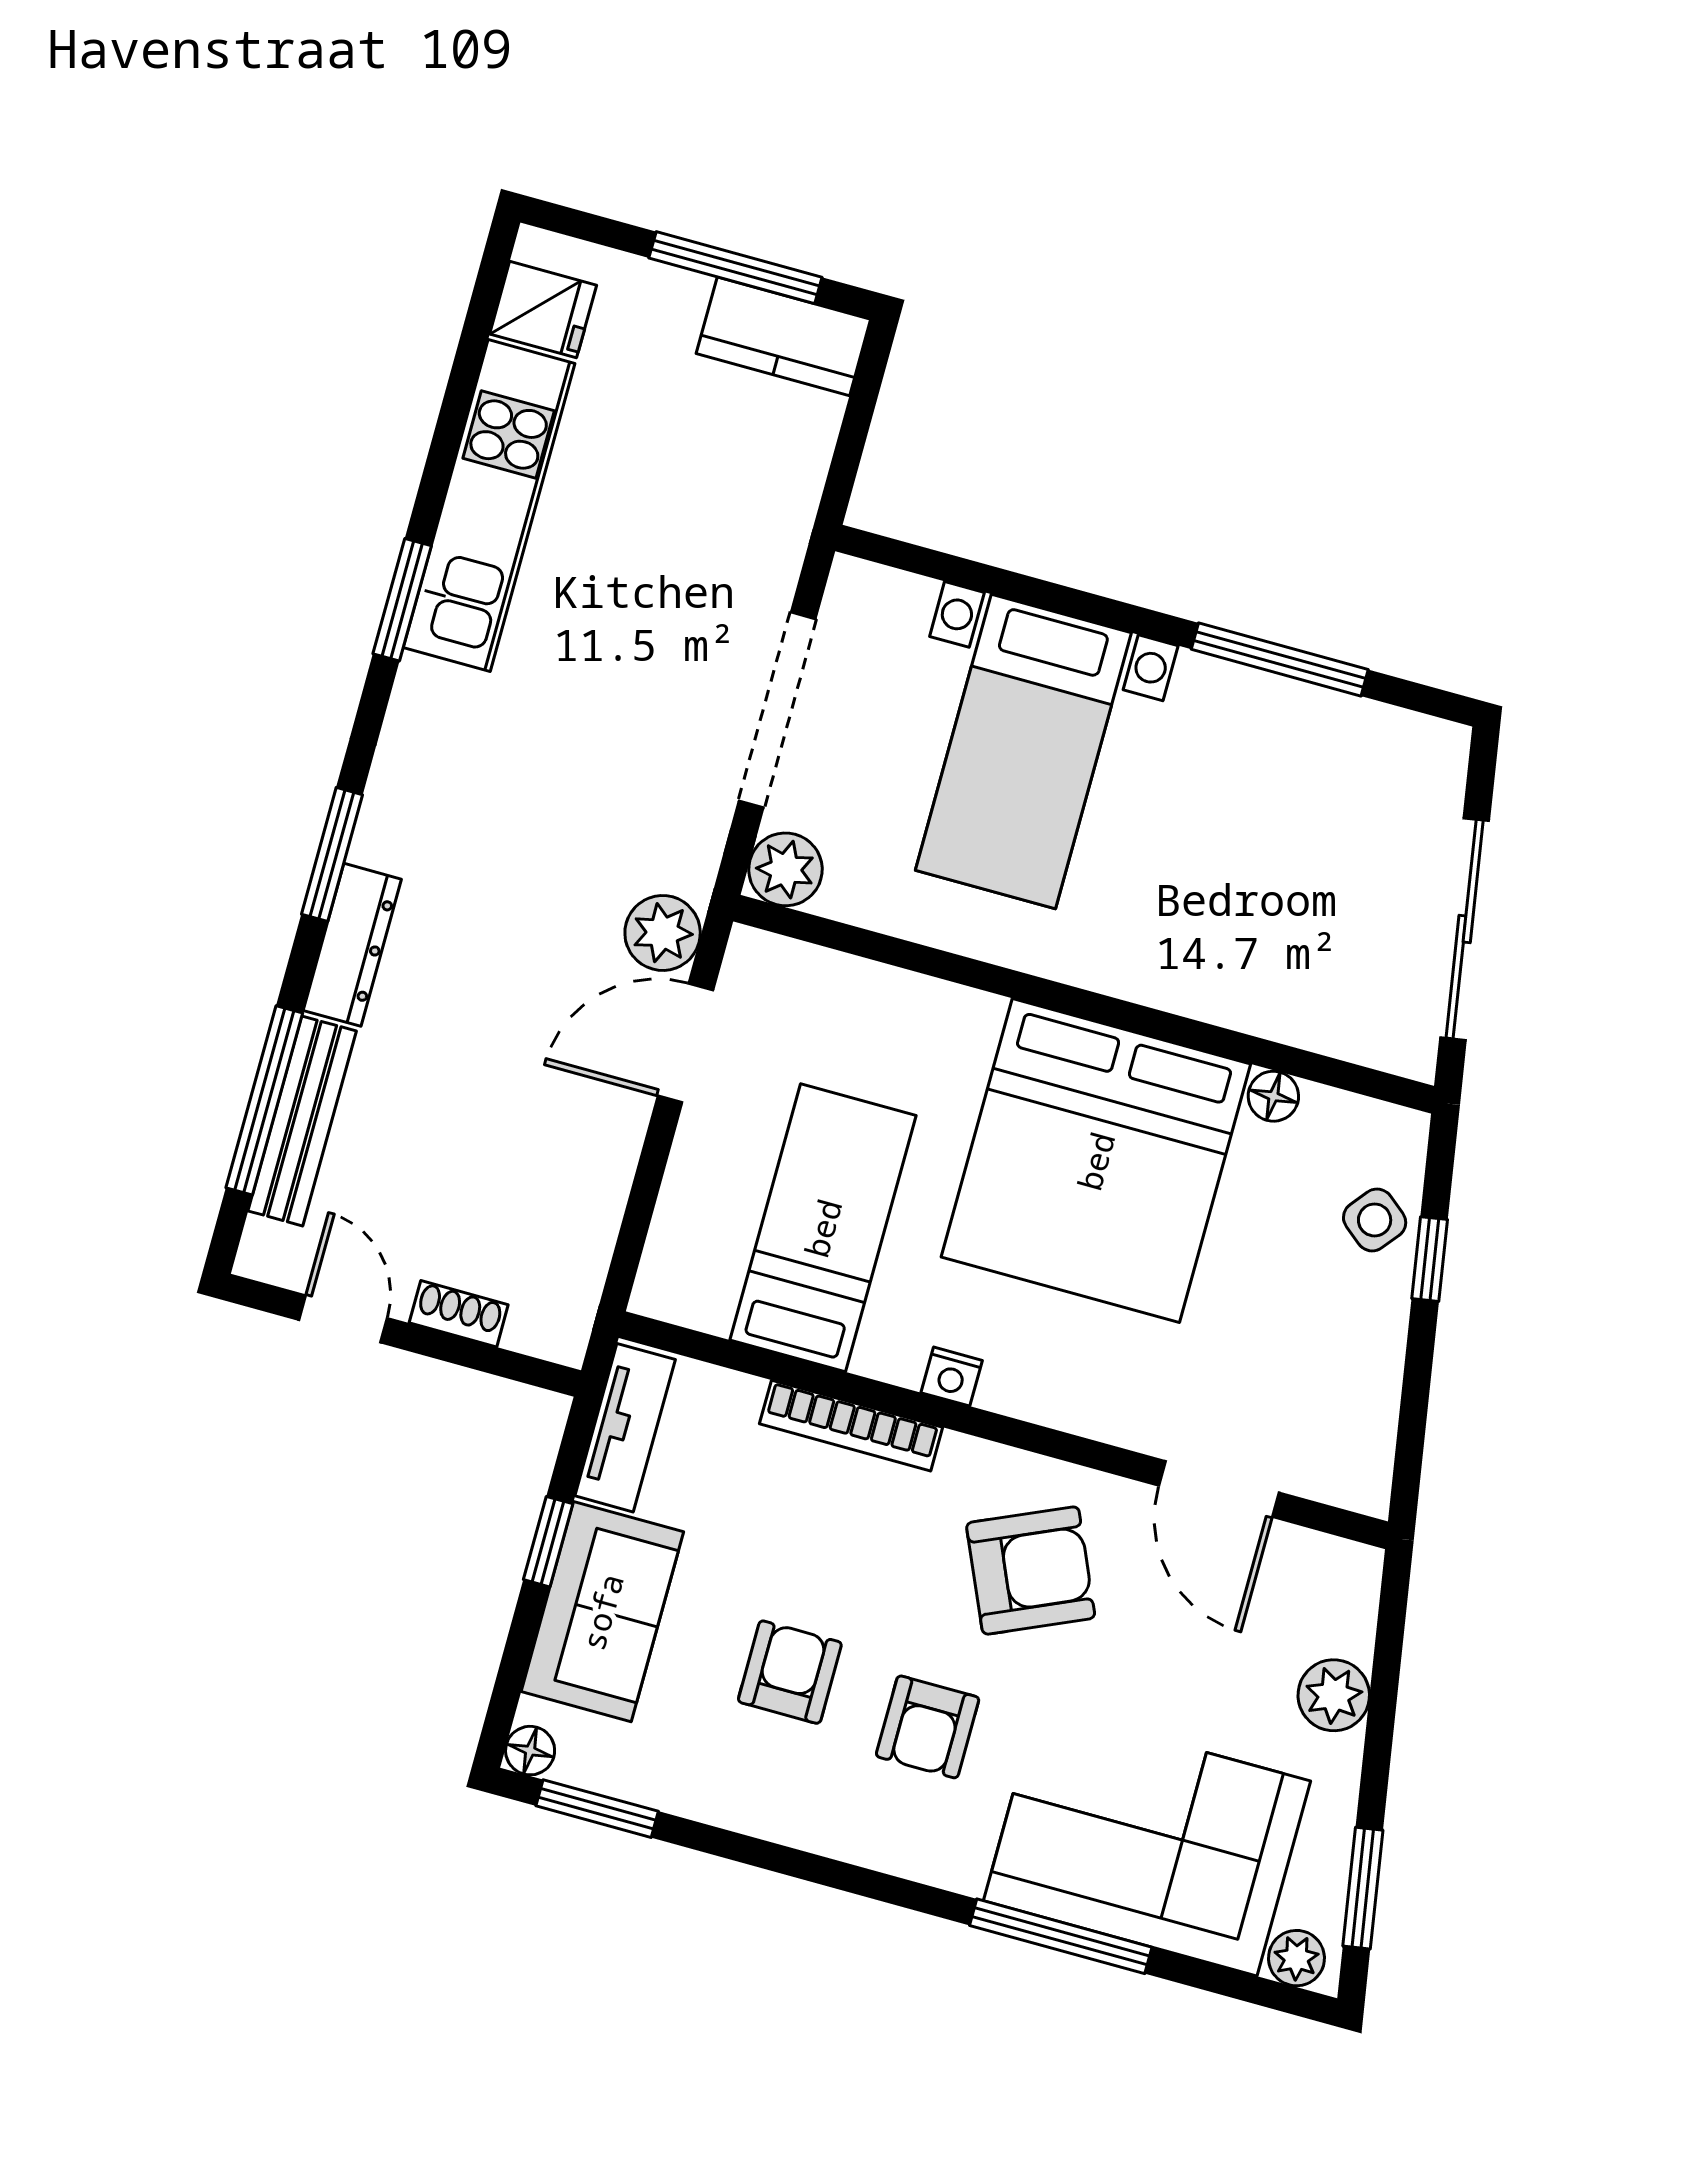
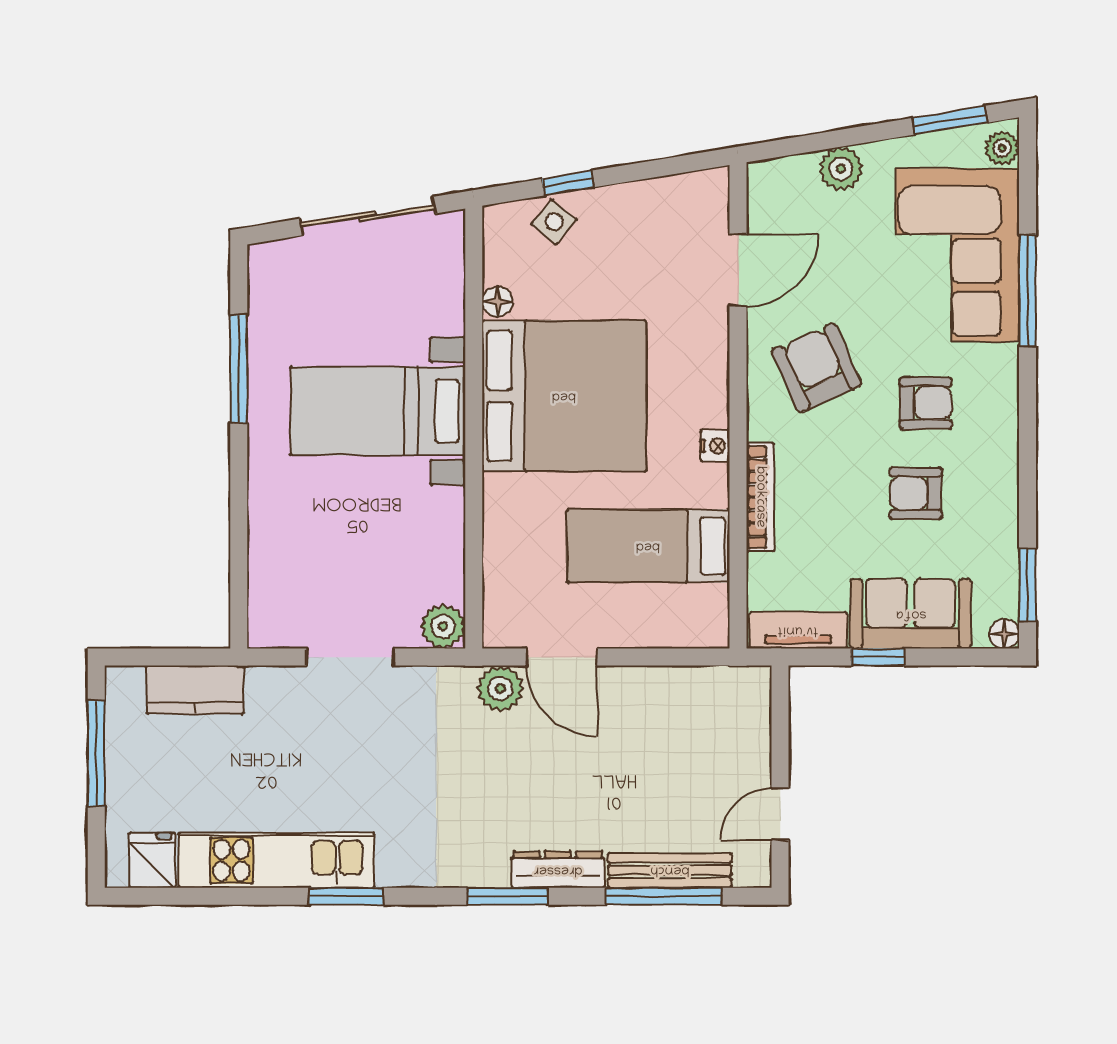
kitchen counter: (783, 336) -> (195, 690), moved, turned 90
doorway: (777, 710) -> (350, 657), width x0.73
bed with nightstands: (1023, 752) -> (378, 411), moved, turned 180
shoe rack: (459, 1314) -> (758, 747), removed

